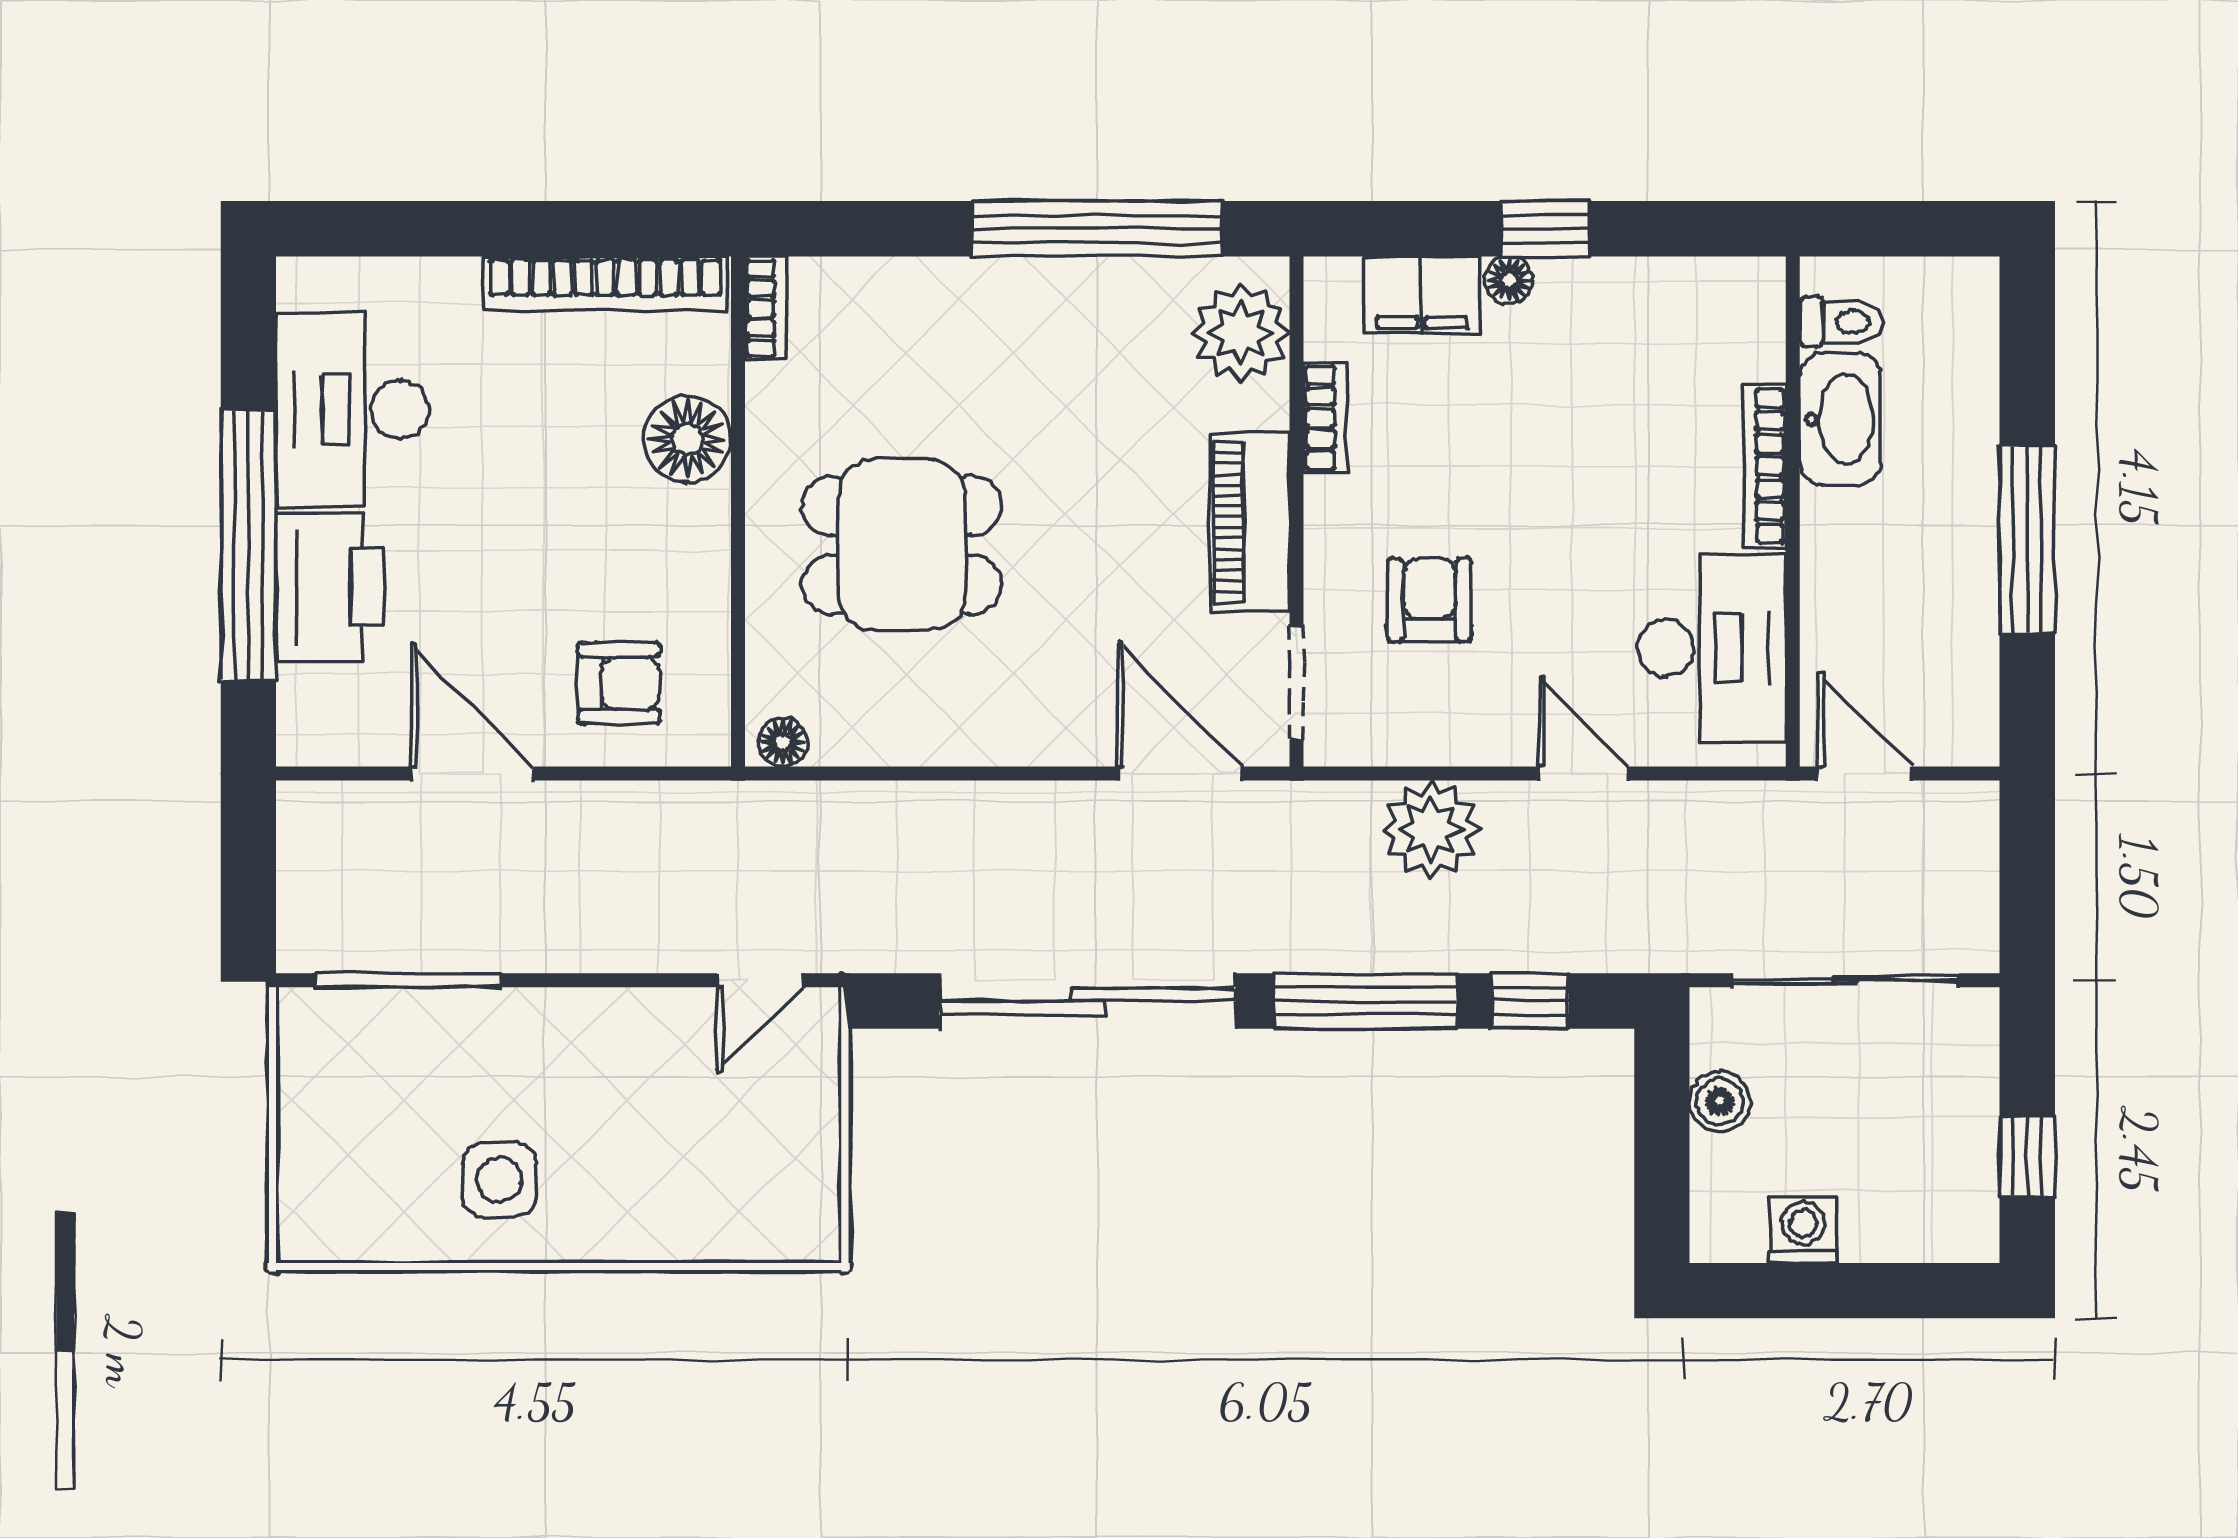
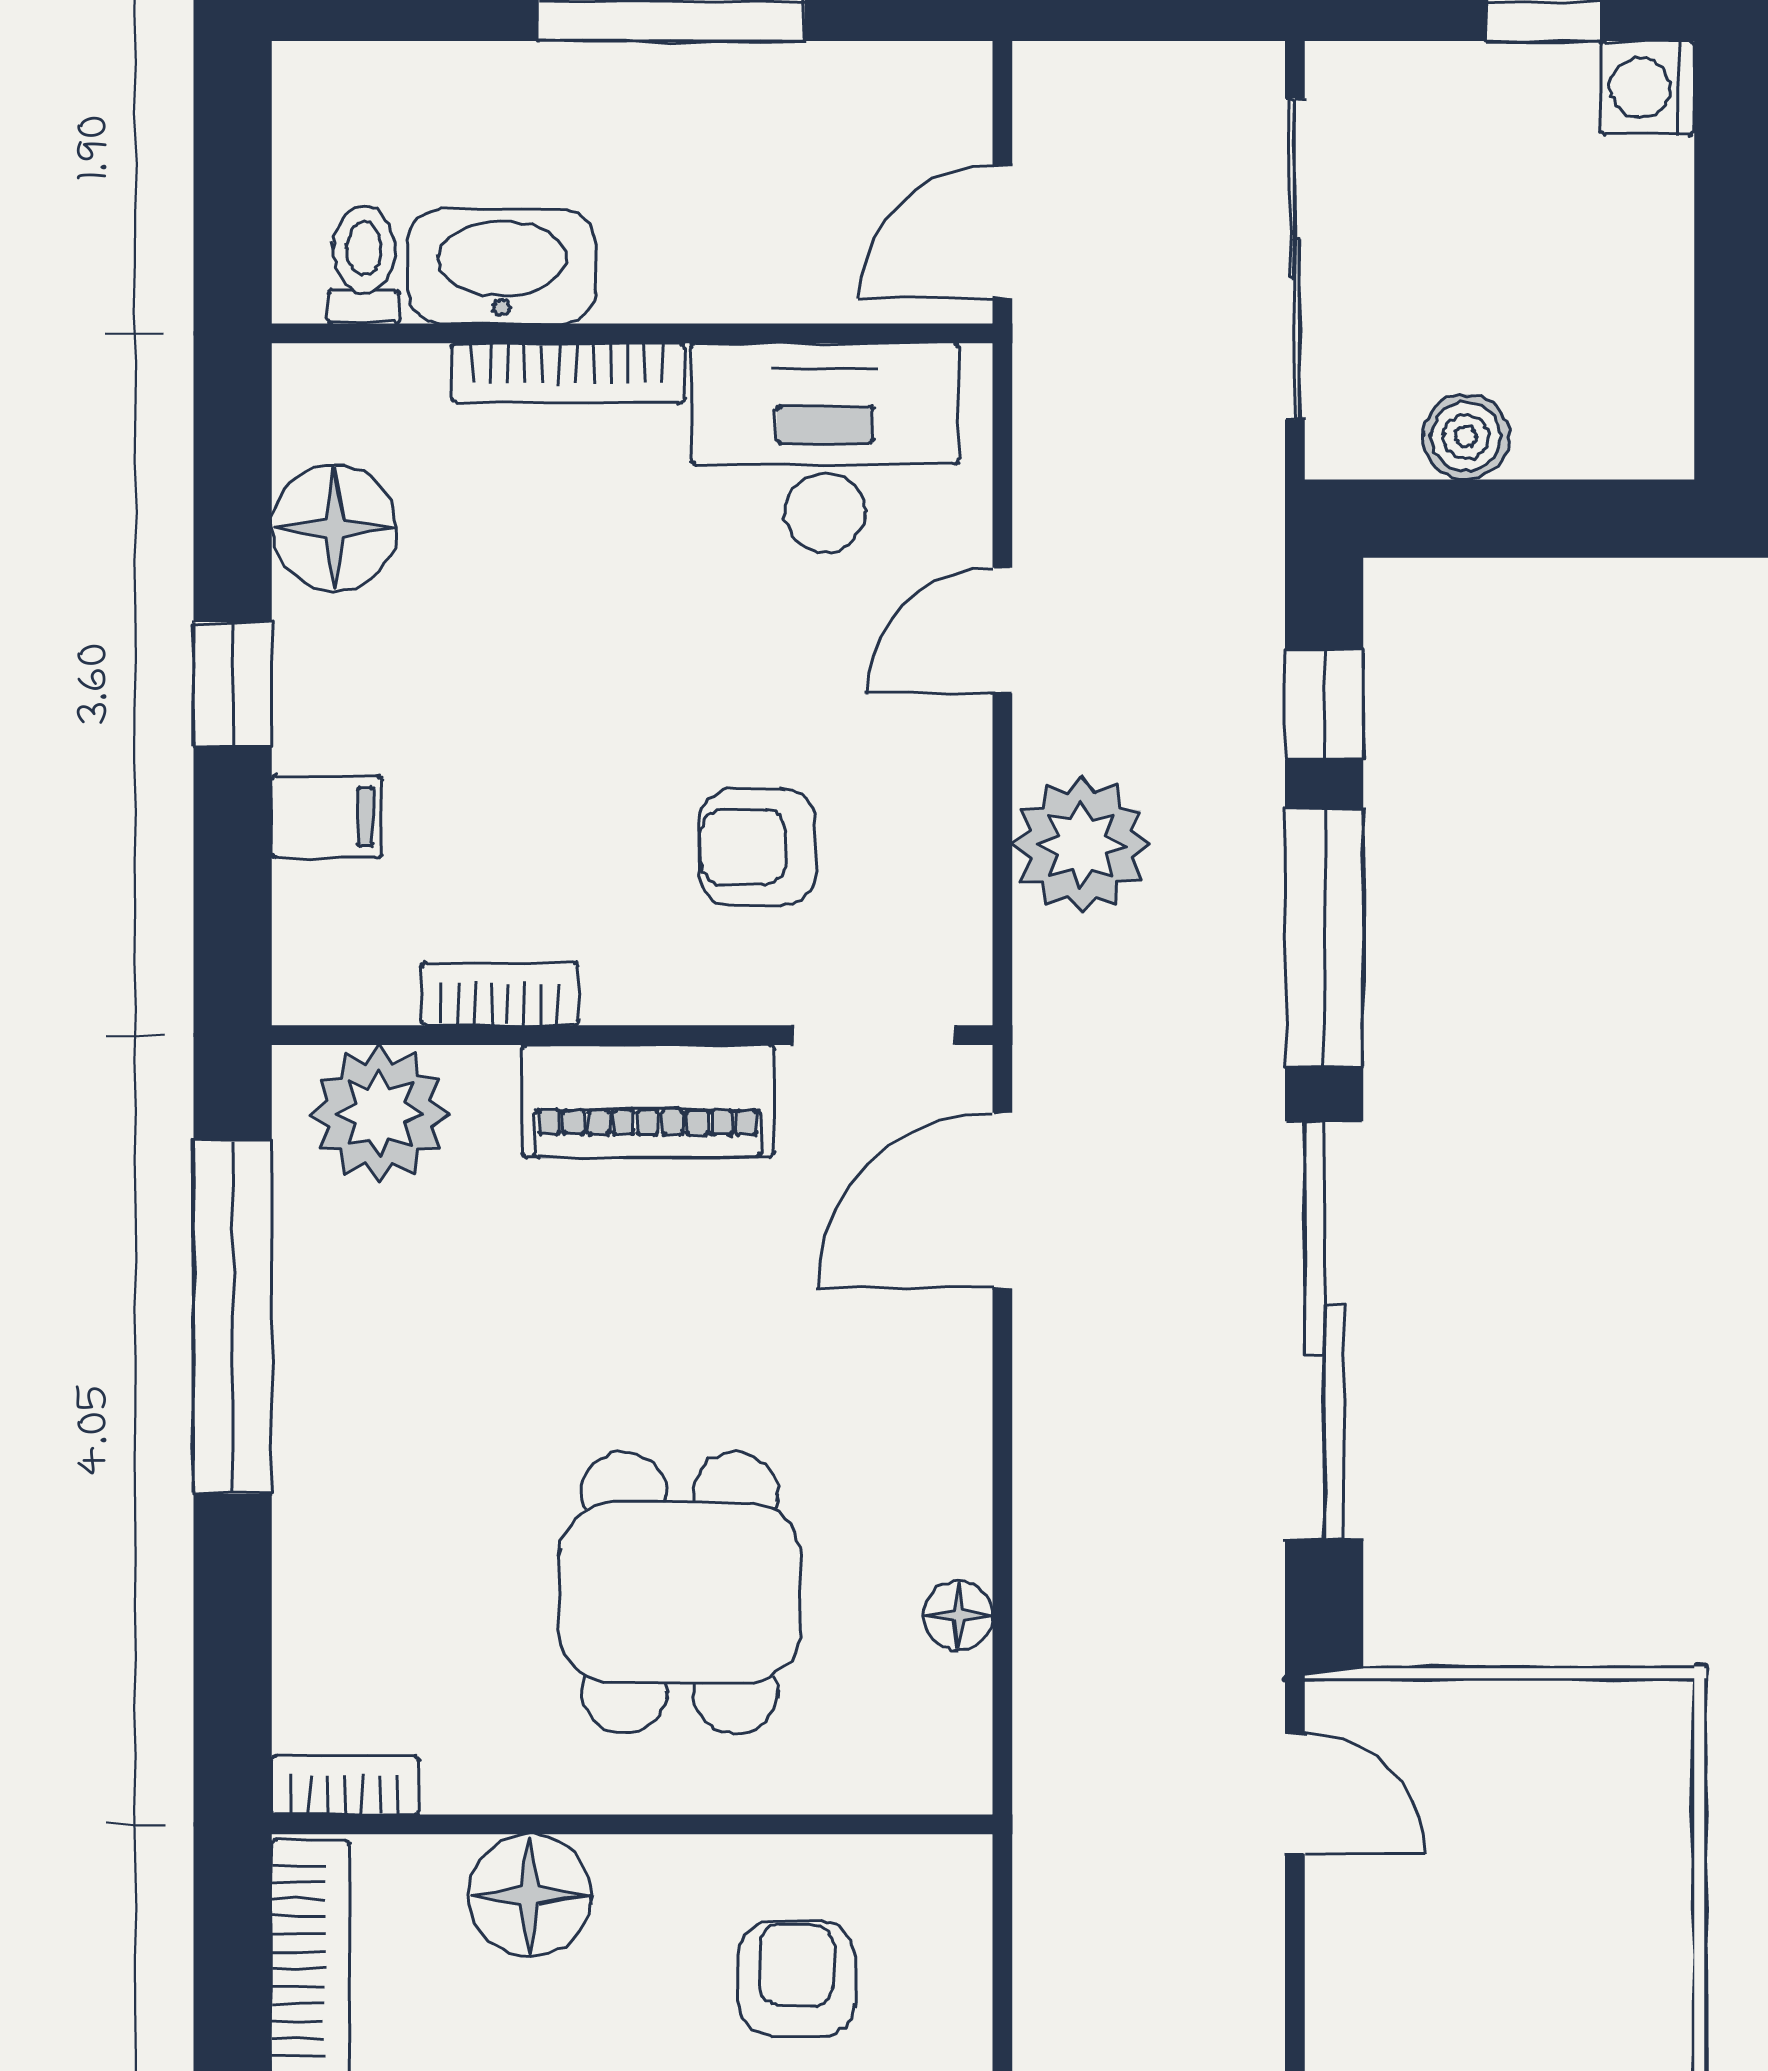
floor lamp: (1509, 280) -> (334, 528), moved, width x1.89, depth x1.89
filing cabinet: (1422, 295) -> (326, 817), width x0.50
armchair: (619, 683) -> (796, 1979), moved
floor lamp: (783, 742) -> (958, 1616), moved
washing machine: (1803, 1230) -> (1648, 88), moved

